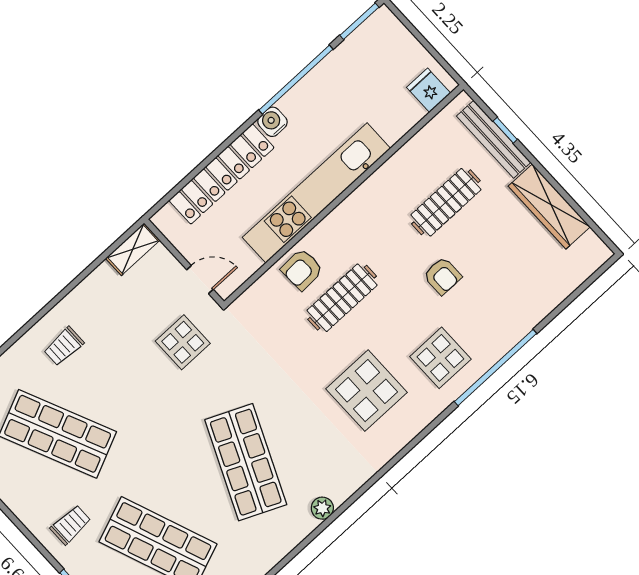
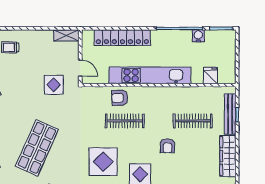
fridge: (429, 90) -> (210, 75), moved
water cooler: (272, 122) -> (198, 36), moved

